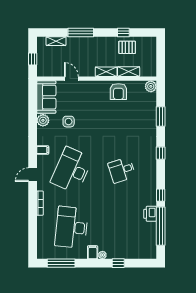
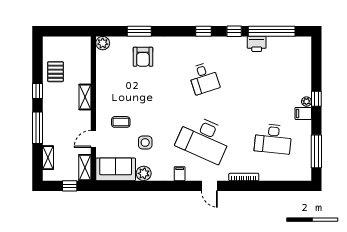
window: (123, 32) -> (38, 91), moved
shelving: (129, 72) -> (85, 168), moved
armchair: (118, 92) -> (143, 57), moved, turned 90
coffee table: (86, 101) -> (121, 122), added
window: (161, 153) -> (204, 31), moved
desk: (72, 227) -> (273, 139), width x0.73, depth x0.77
window: (118, 263) -> (316, 99), moved

